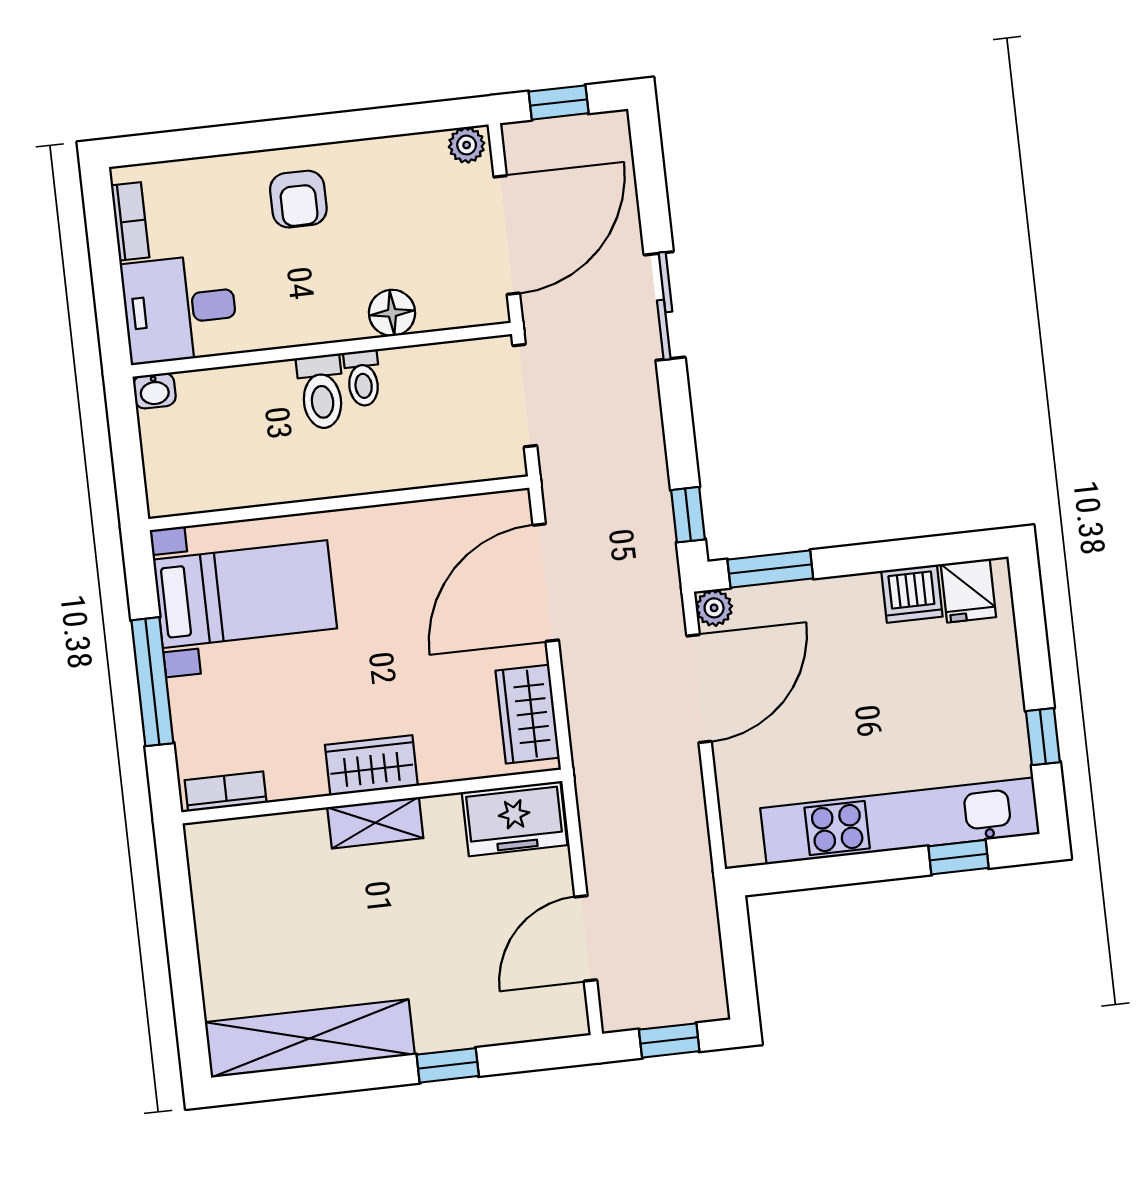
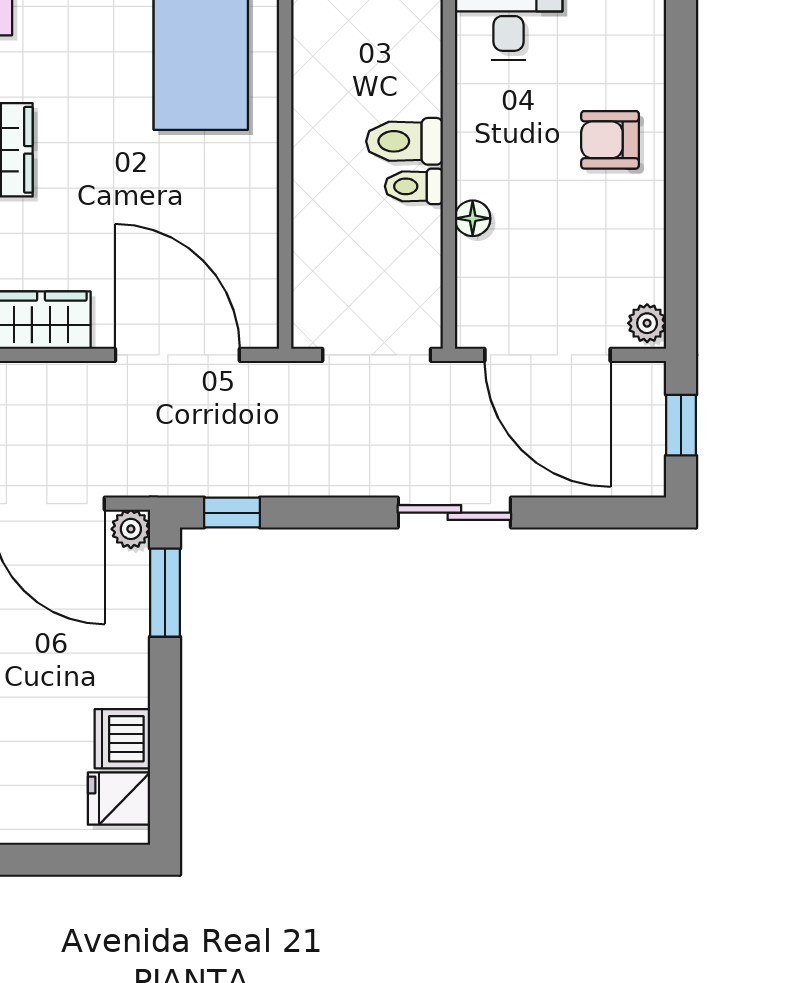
floor lamp: (392, 313) -> (473, 218), width x0.73, depth x0.73

